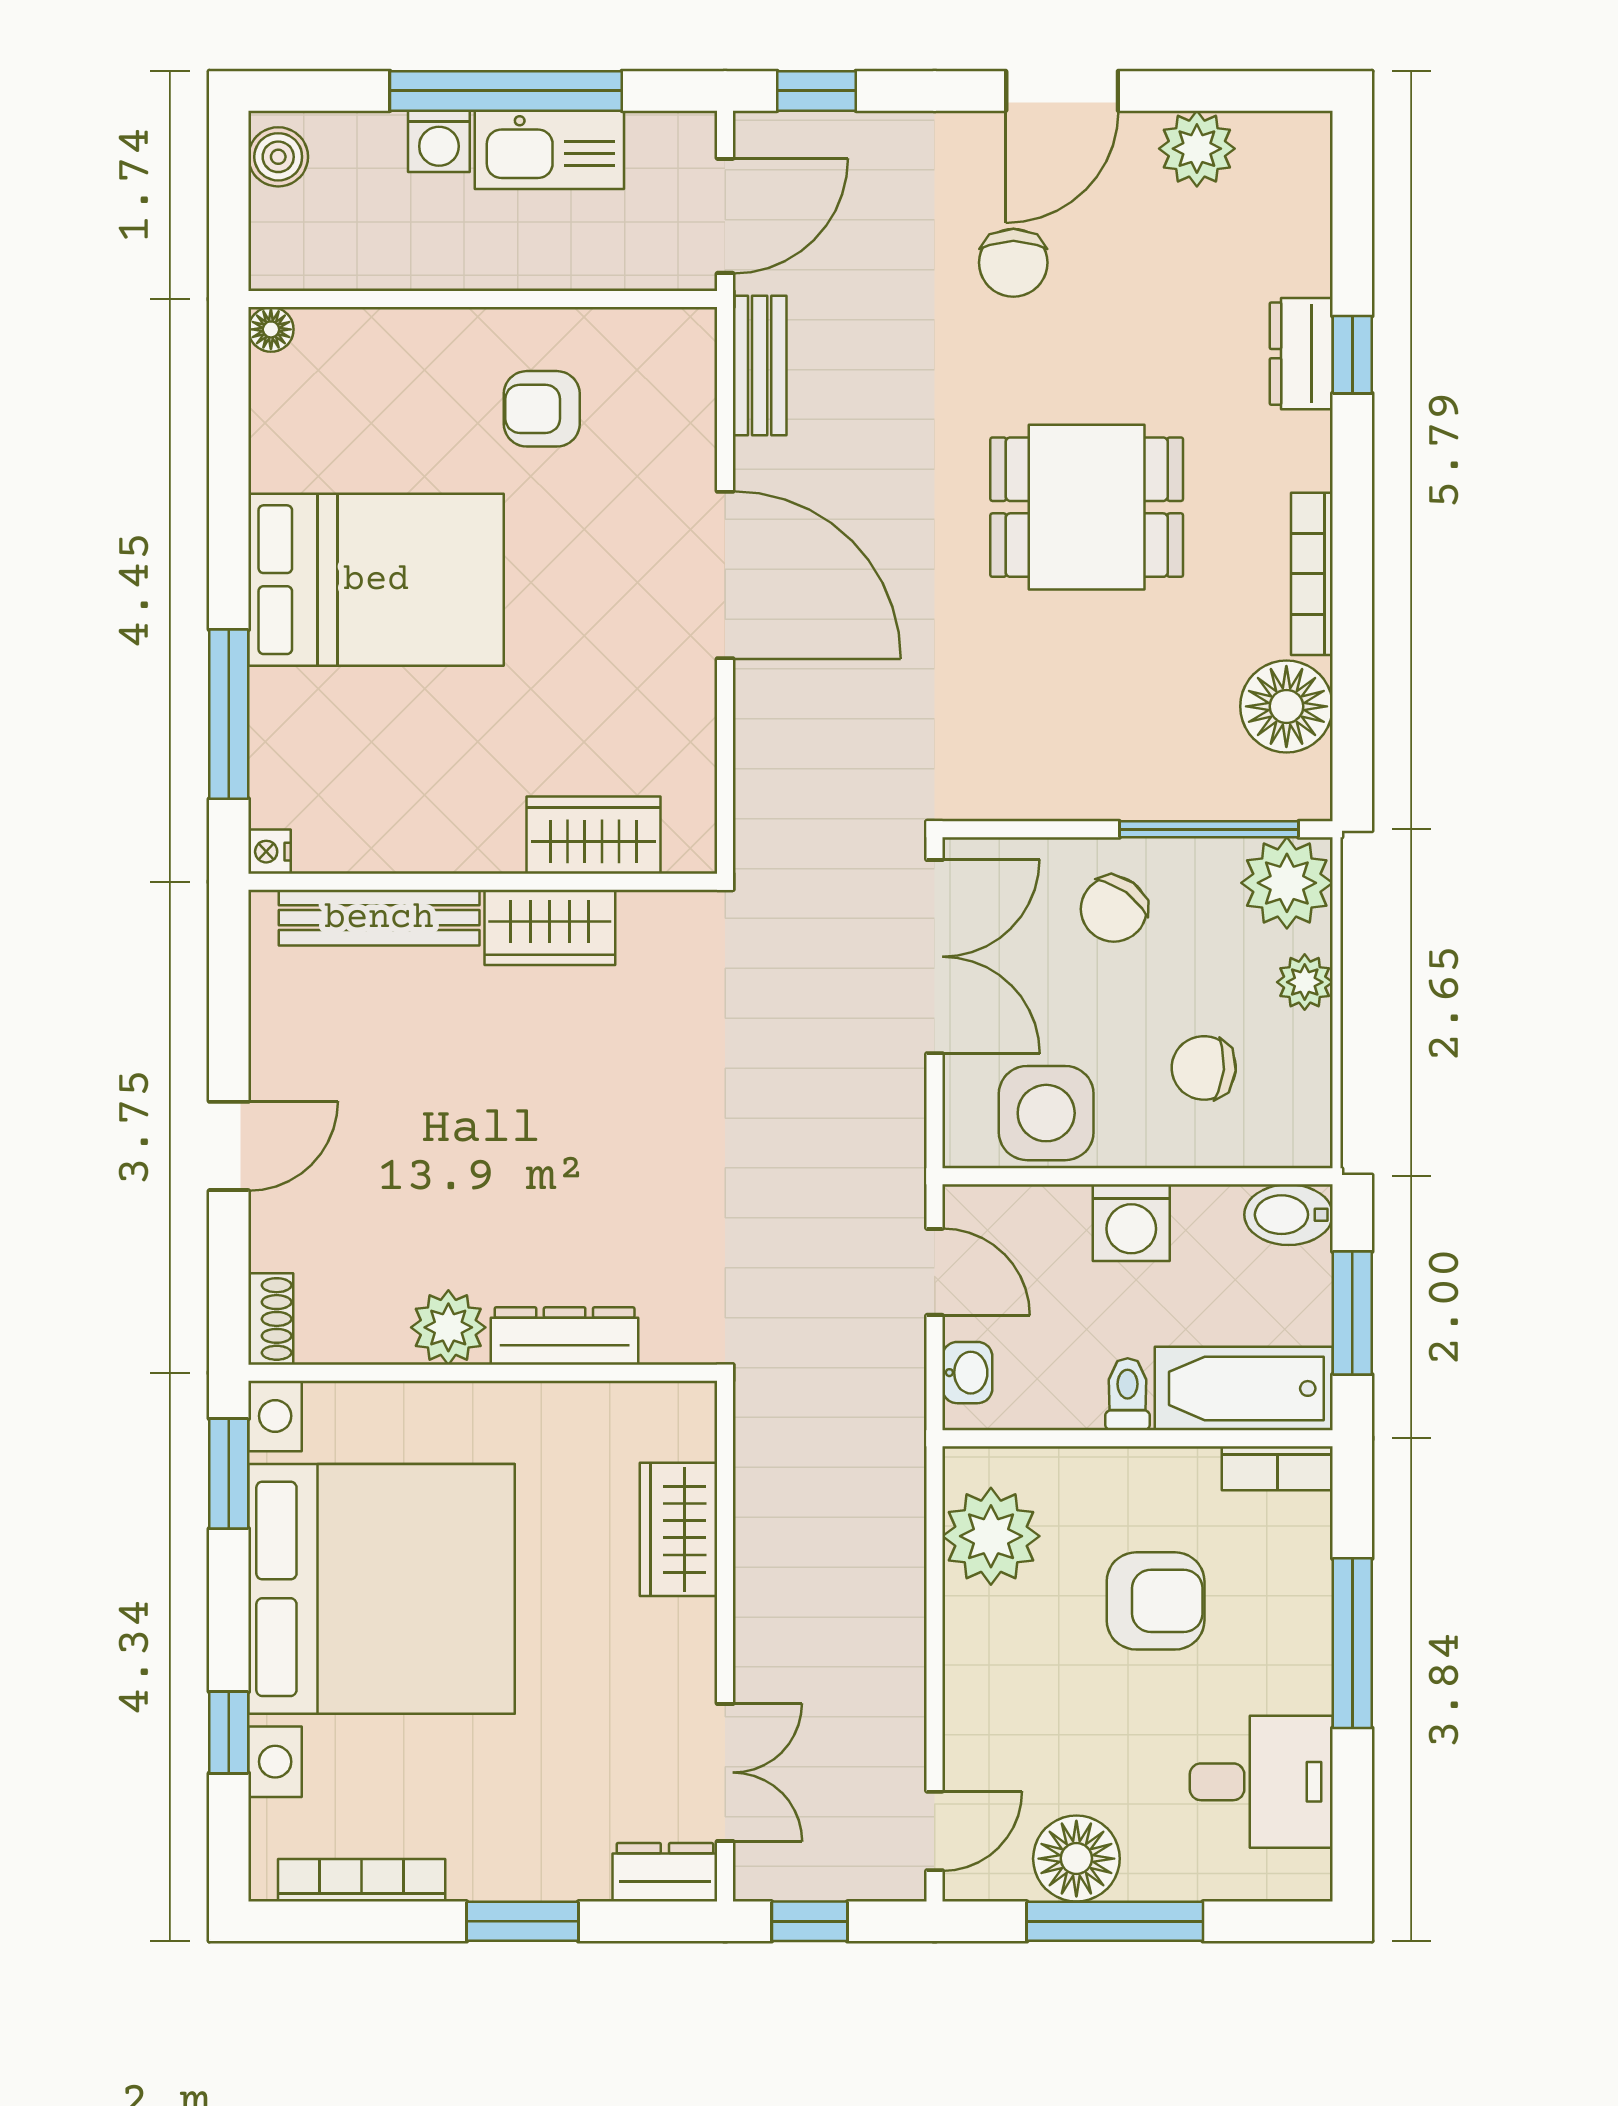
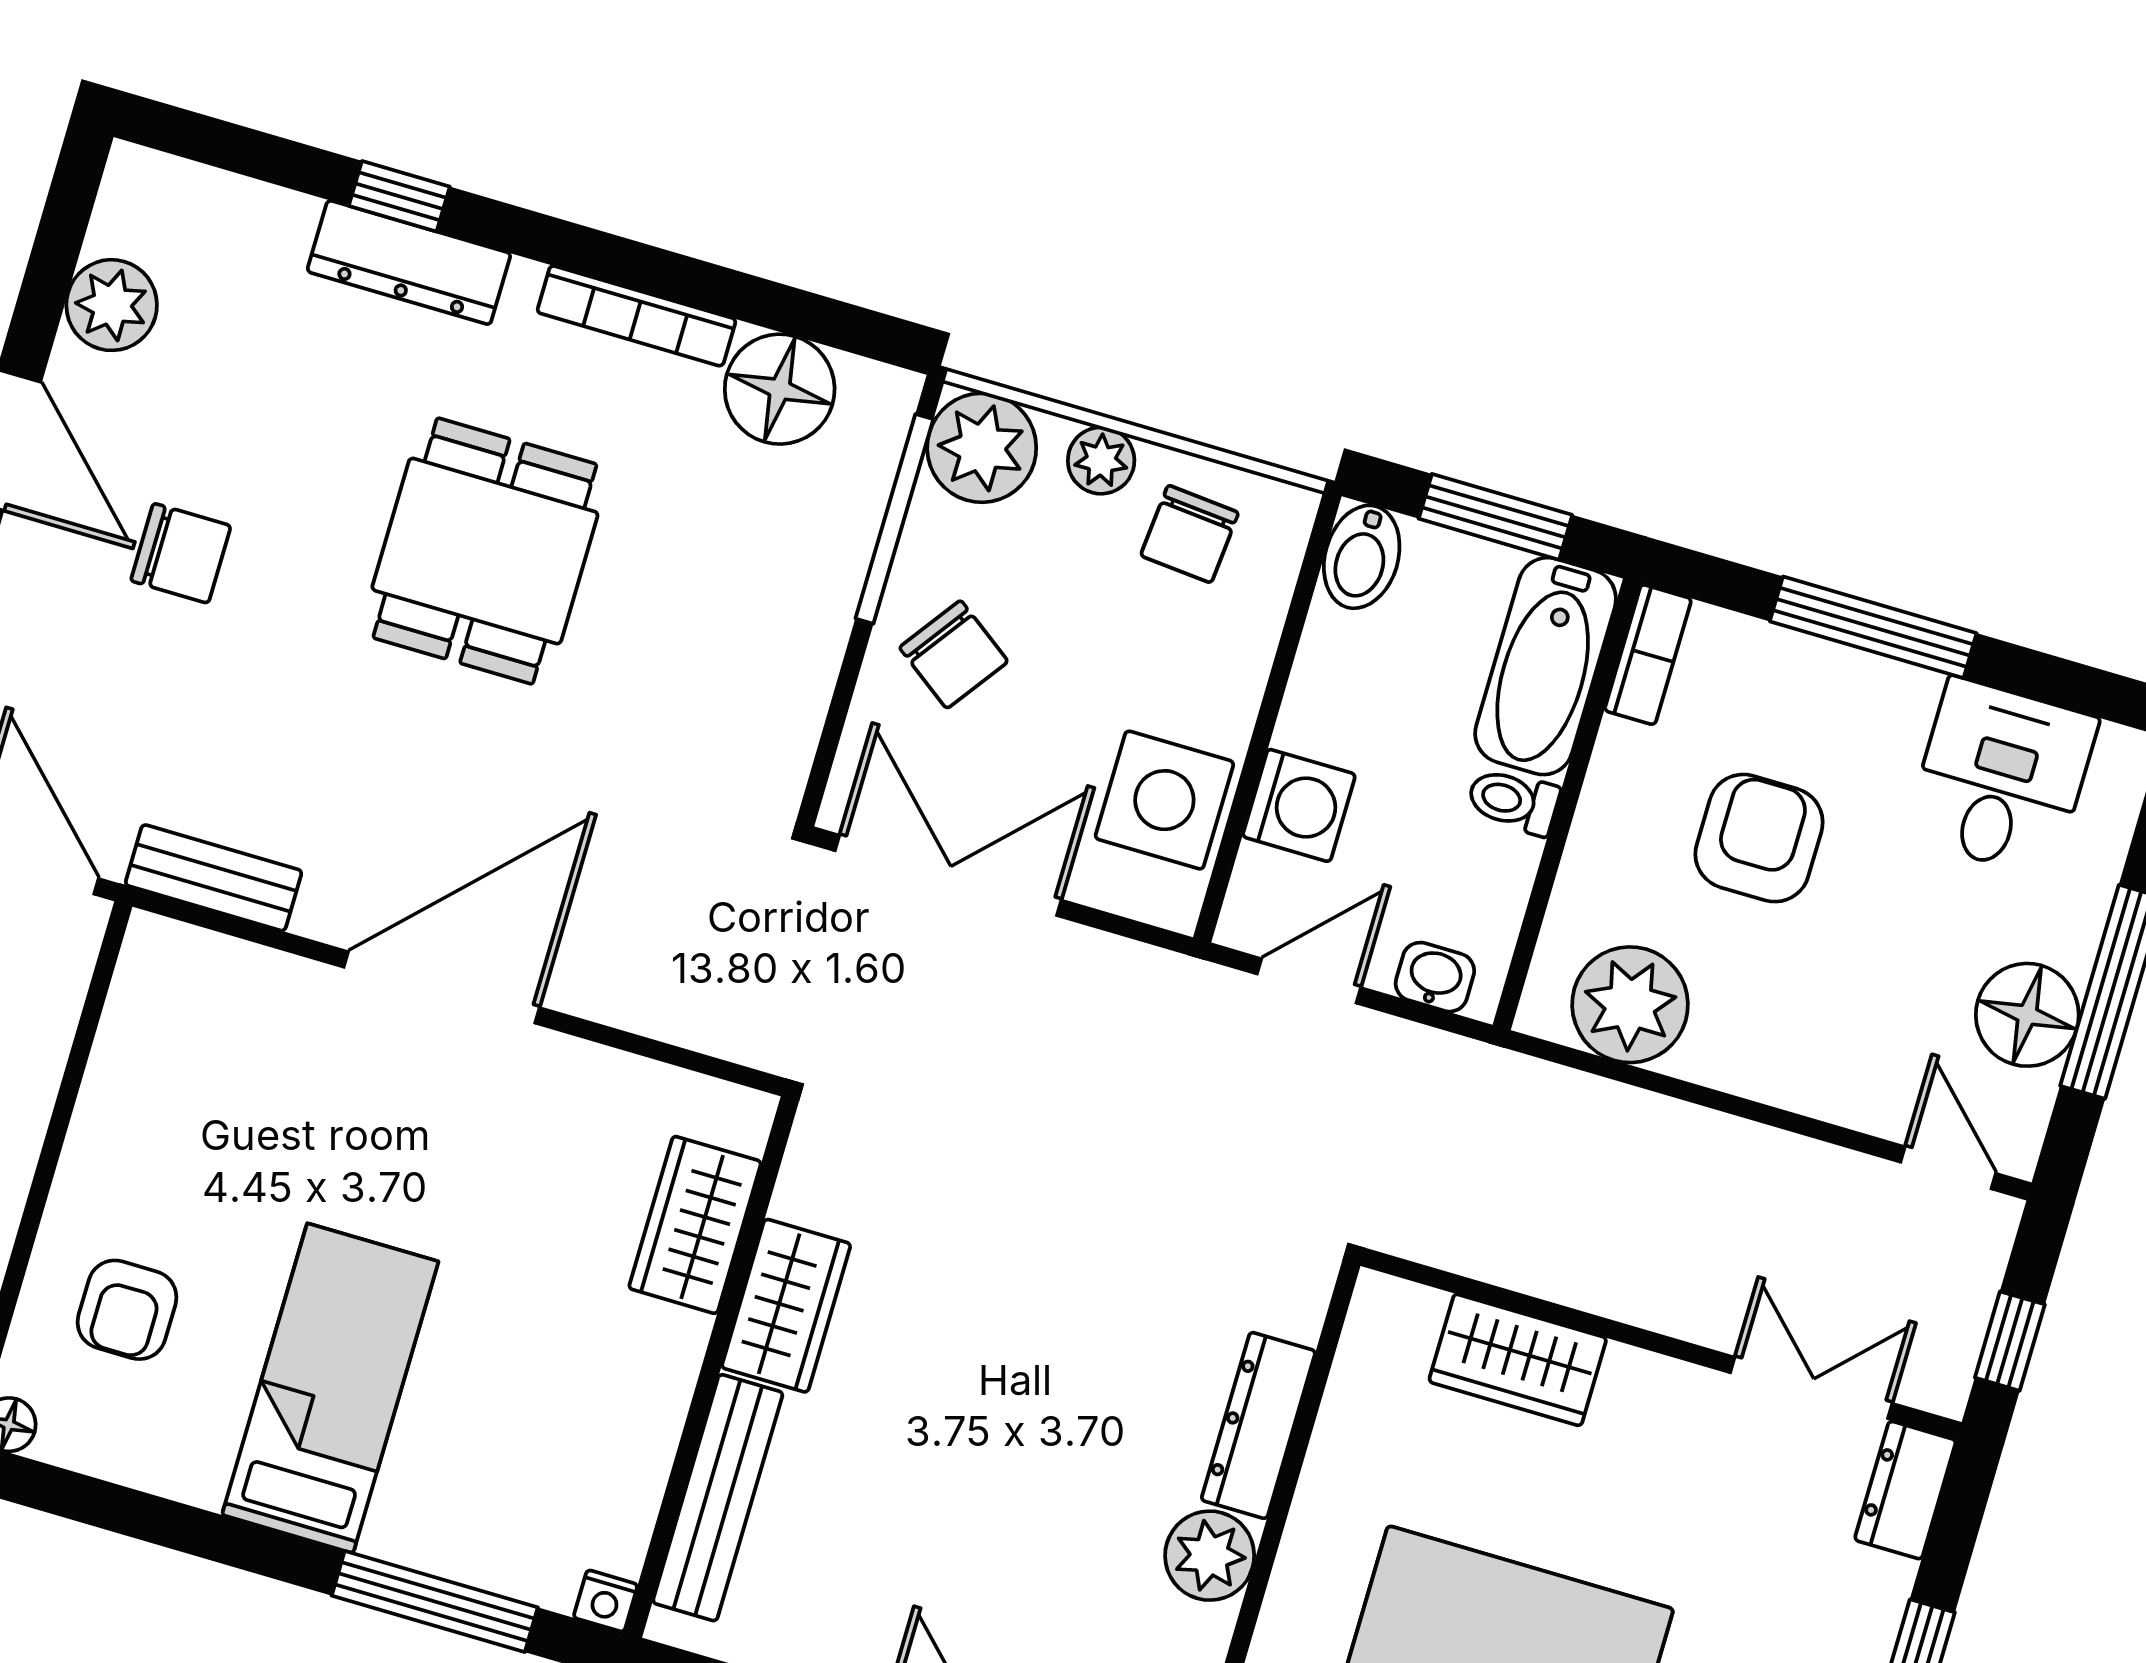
dresser: (1301, 354) -> (409, 262), width x1.44
armchair: (542, 409) -> (127, 1310), moved
bed: (376, 580) -> (330, 1388), width x0.67
chair: (1204, 1068) -> (1190, 534), moved
washing machine: (1131, 1223) -> (1299, 805), moved

